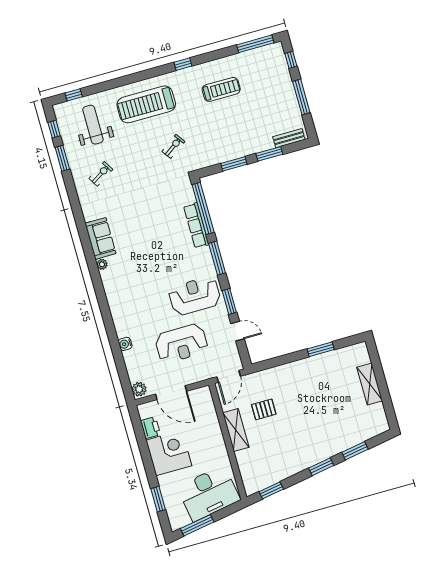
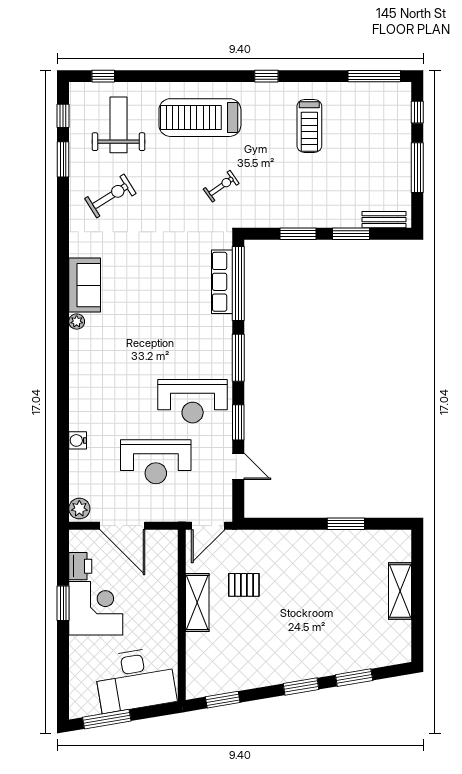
treadmill: (221, 89) -> (309, 126), turned 90
exercise bike: (101, 174) -> (110, 196), width x1.38, depth x1.39
row of seats: (196, 225) -> (222, 282), moved
reception desk: (195, 296) -> (193, 401), turned 180
window: (158, 499) -> (63, 603), moved

